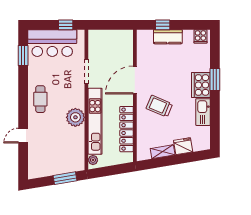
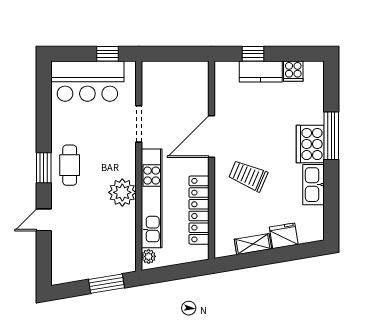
cooker: (200, 36) -> (293, 71), moved
window: (23, 55) -> (44, 168), moved
window: (215, 80) -> (331, 136), width x1.44

